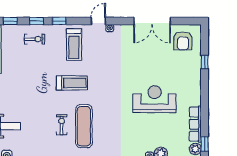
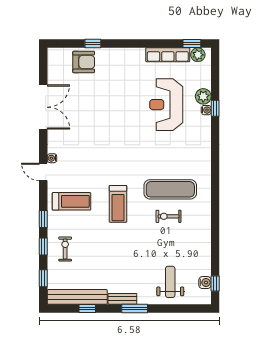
armchair: (183, 41) -> (84, 62), moved
treadmill: (72, 83) -> (118, 204), turned 180
reception desk: (155, 99) -> (166, 105), moved

